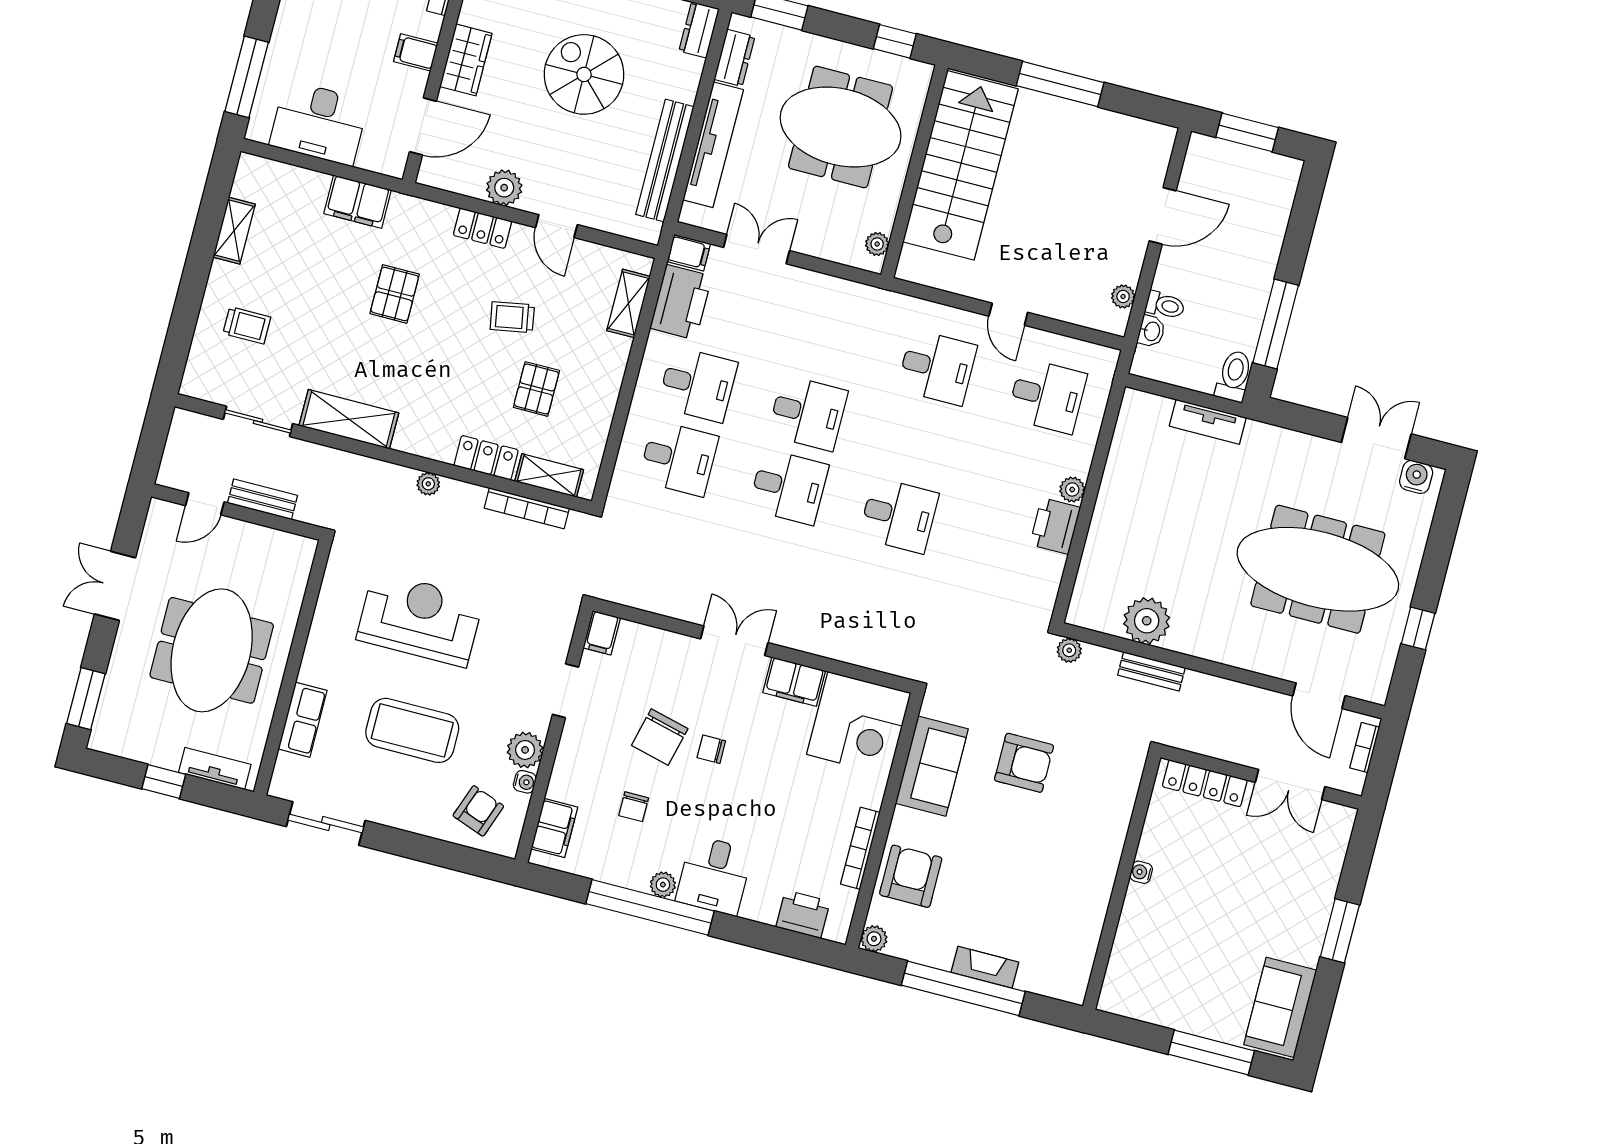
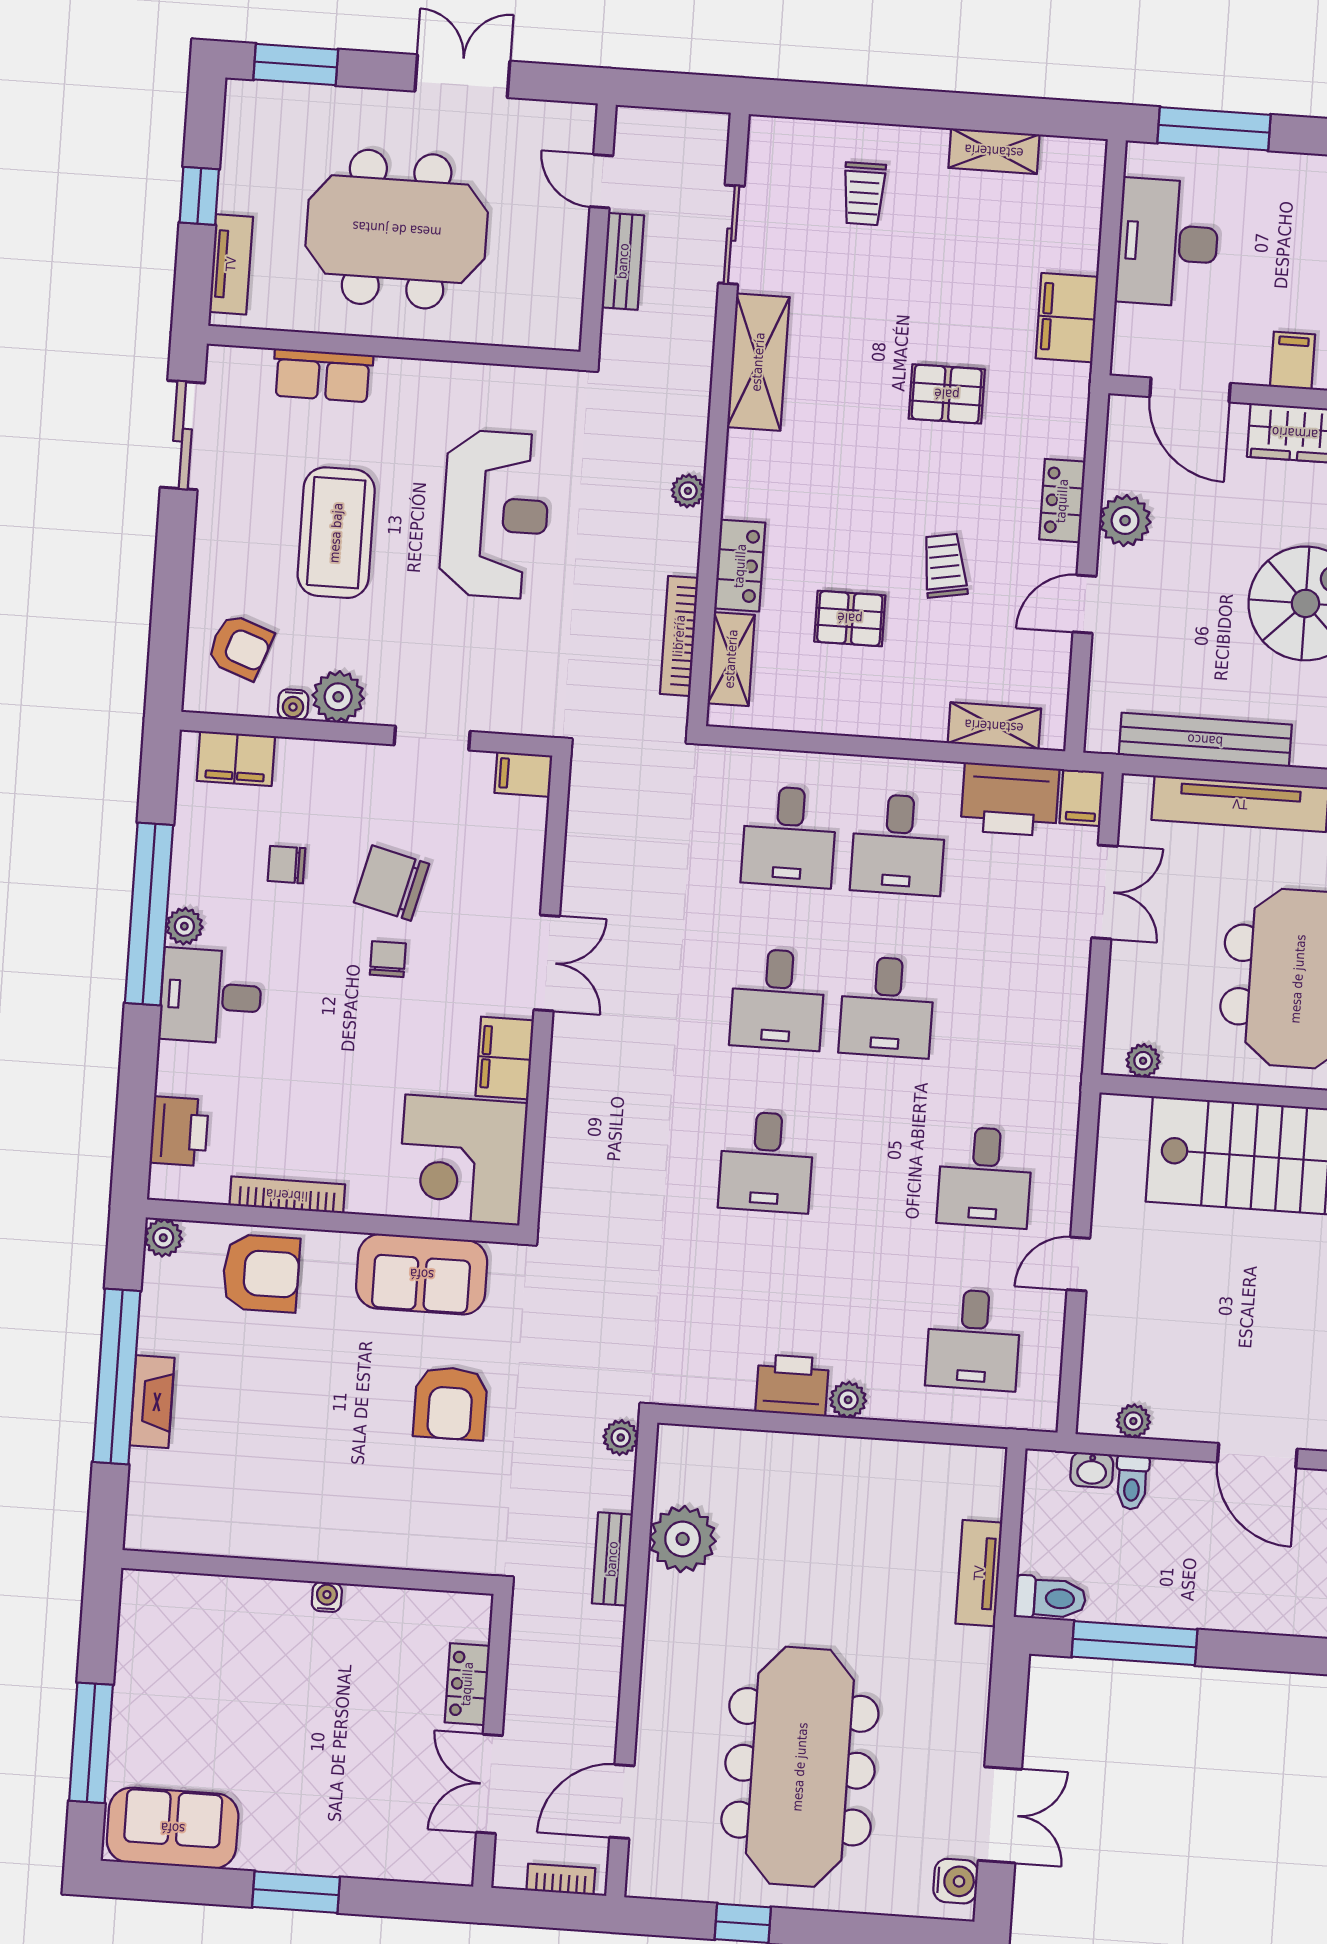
locker: (1205, 783) -> (467, 1684), width x0.66

